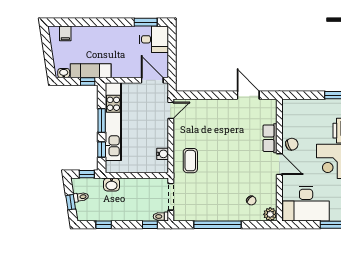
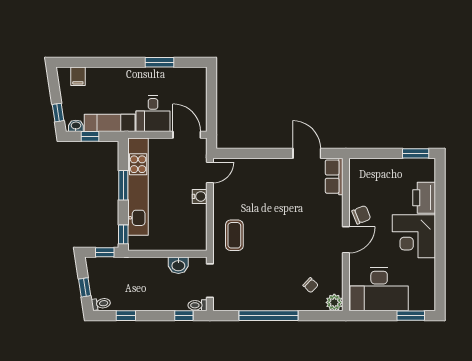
window: (146, 22) -> (160, 62), moved
desk: (154, 39) -> (153, 114), moved, turned 90
window: (49, 62) -> (58, 113), added
window: (88, 81) -> (90, 136), moved
row of seats: (270, 138) -> (334, 177), moved
window: (102, 149) -> (123, 234), moved
water cooler: (163, 154) -> (200, 196), moved
door: (279, 164) -> (346, 240), hinge flipped
washbasin: (112, 185) -> (178, 265), moved
toilet: (81, 197) -> (101, 304), moved

